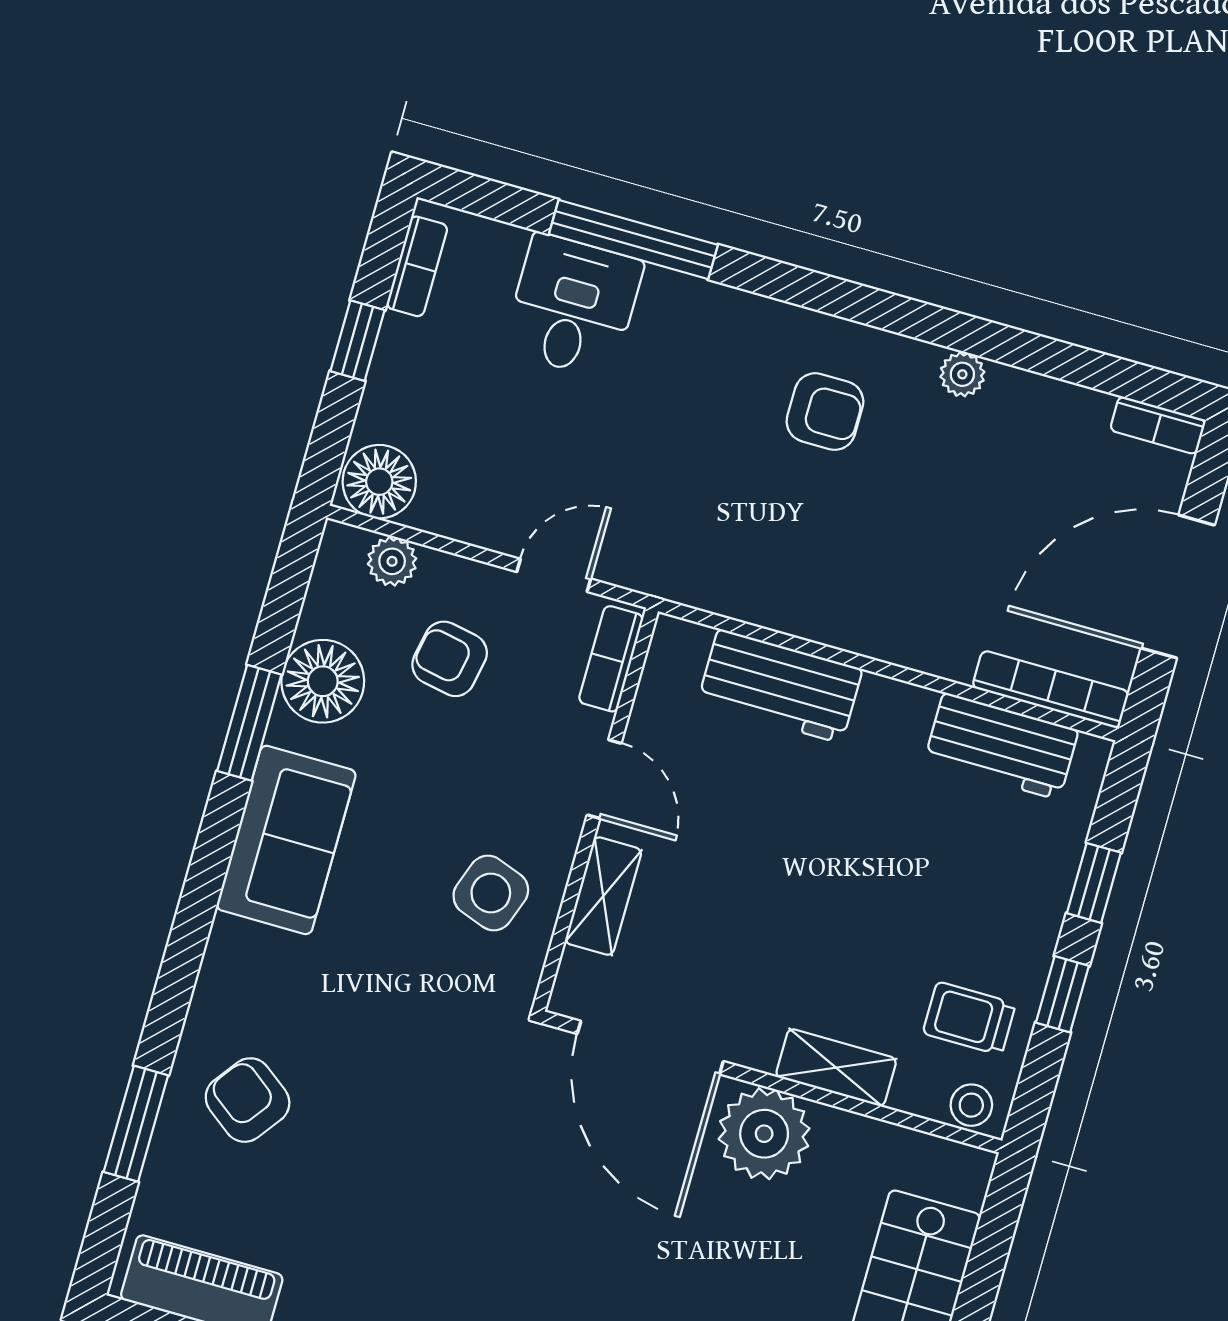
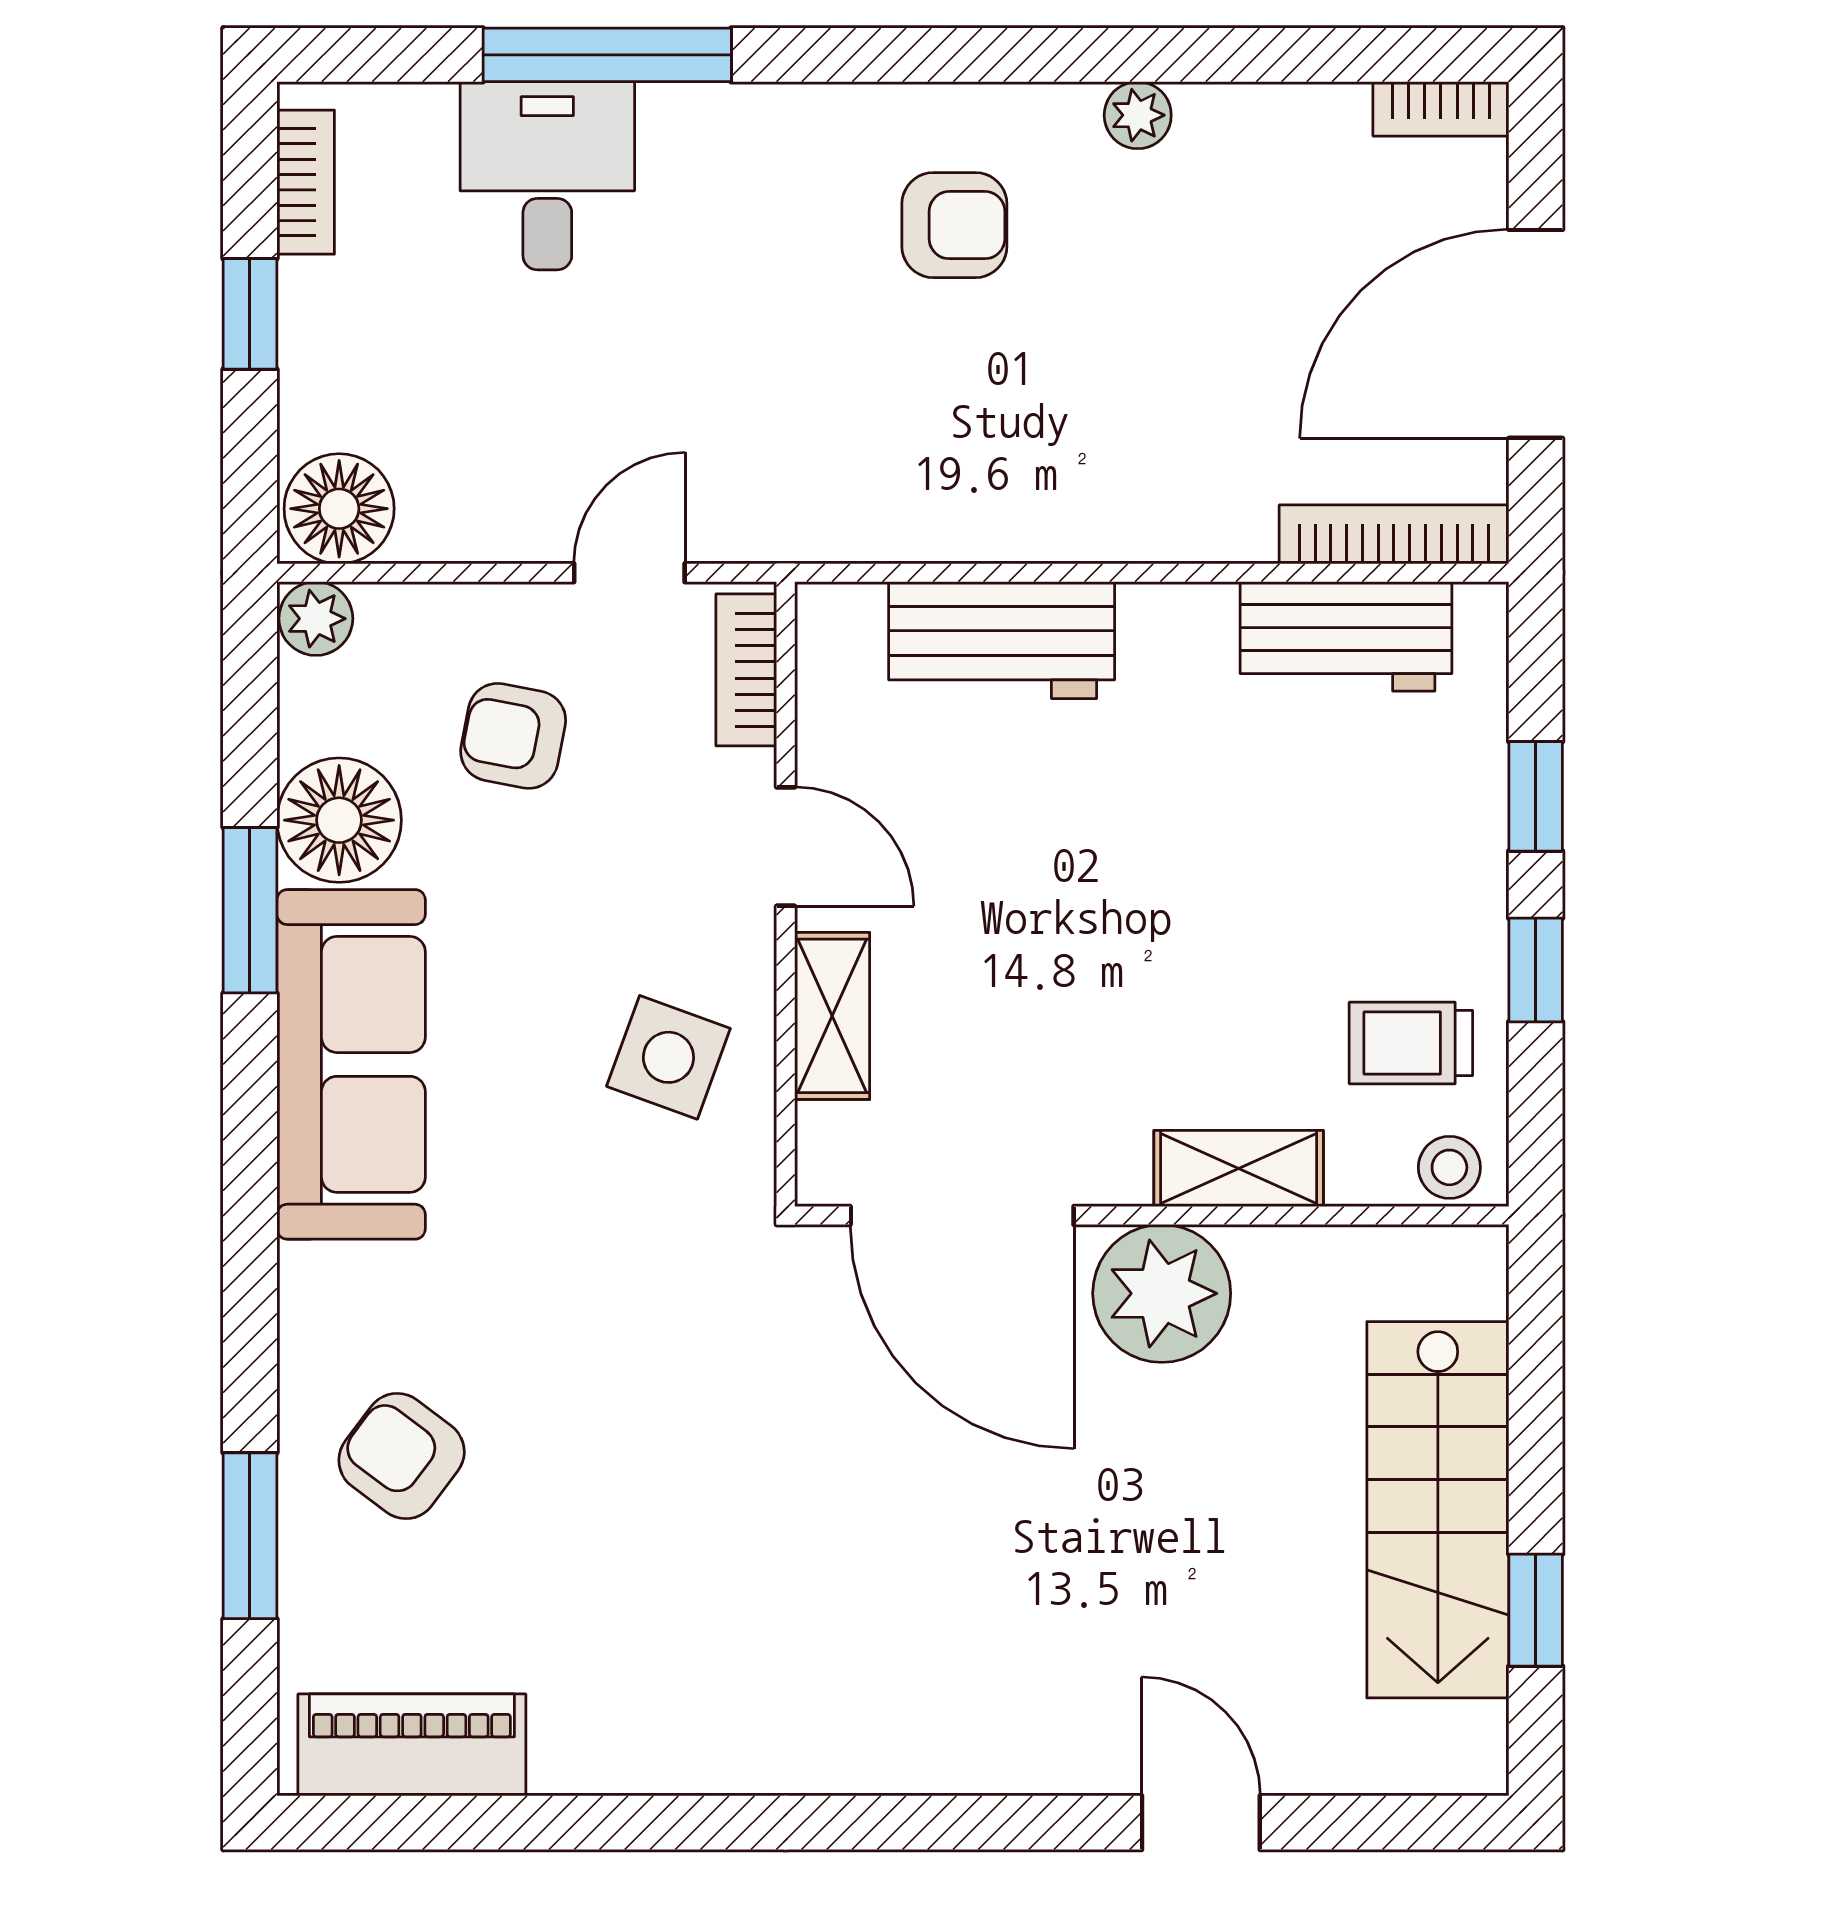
plant: (392, 561) -> (316, 619), moved
sofa: (286, 840) -> (351, 1064), width x1.36

